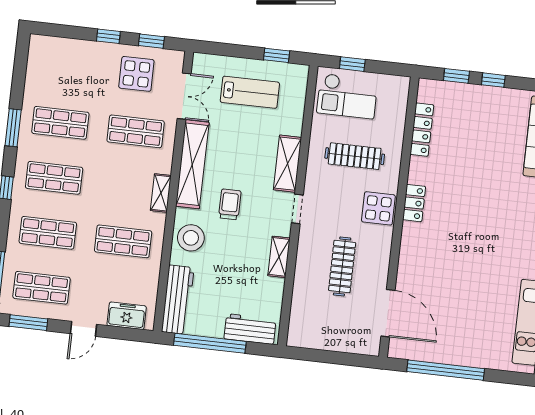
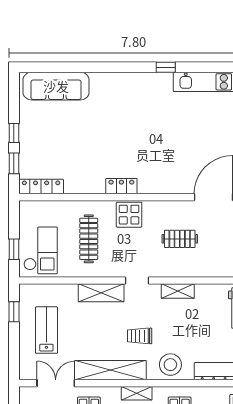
locker: (422, 130) -> (41, 187), moved
clothes rail: (342, 267) -> (180, 239), width x0.73

